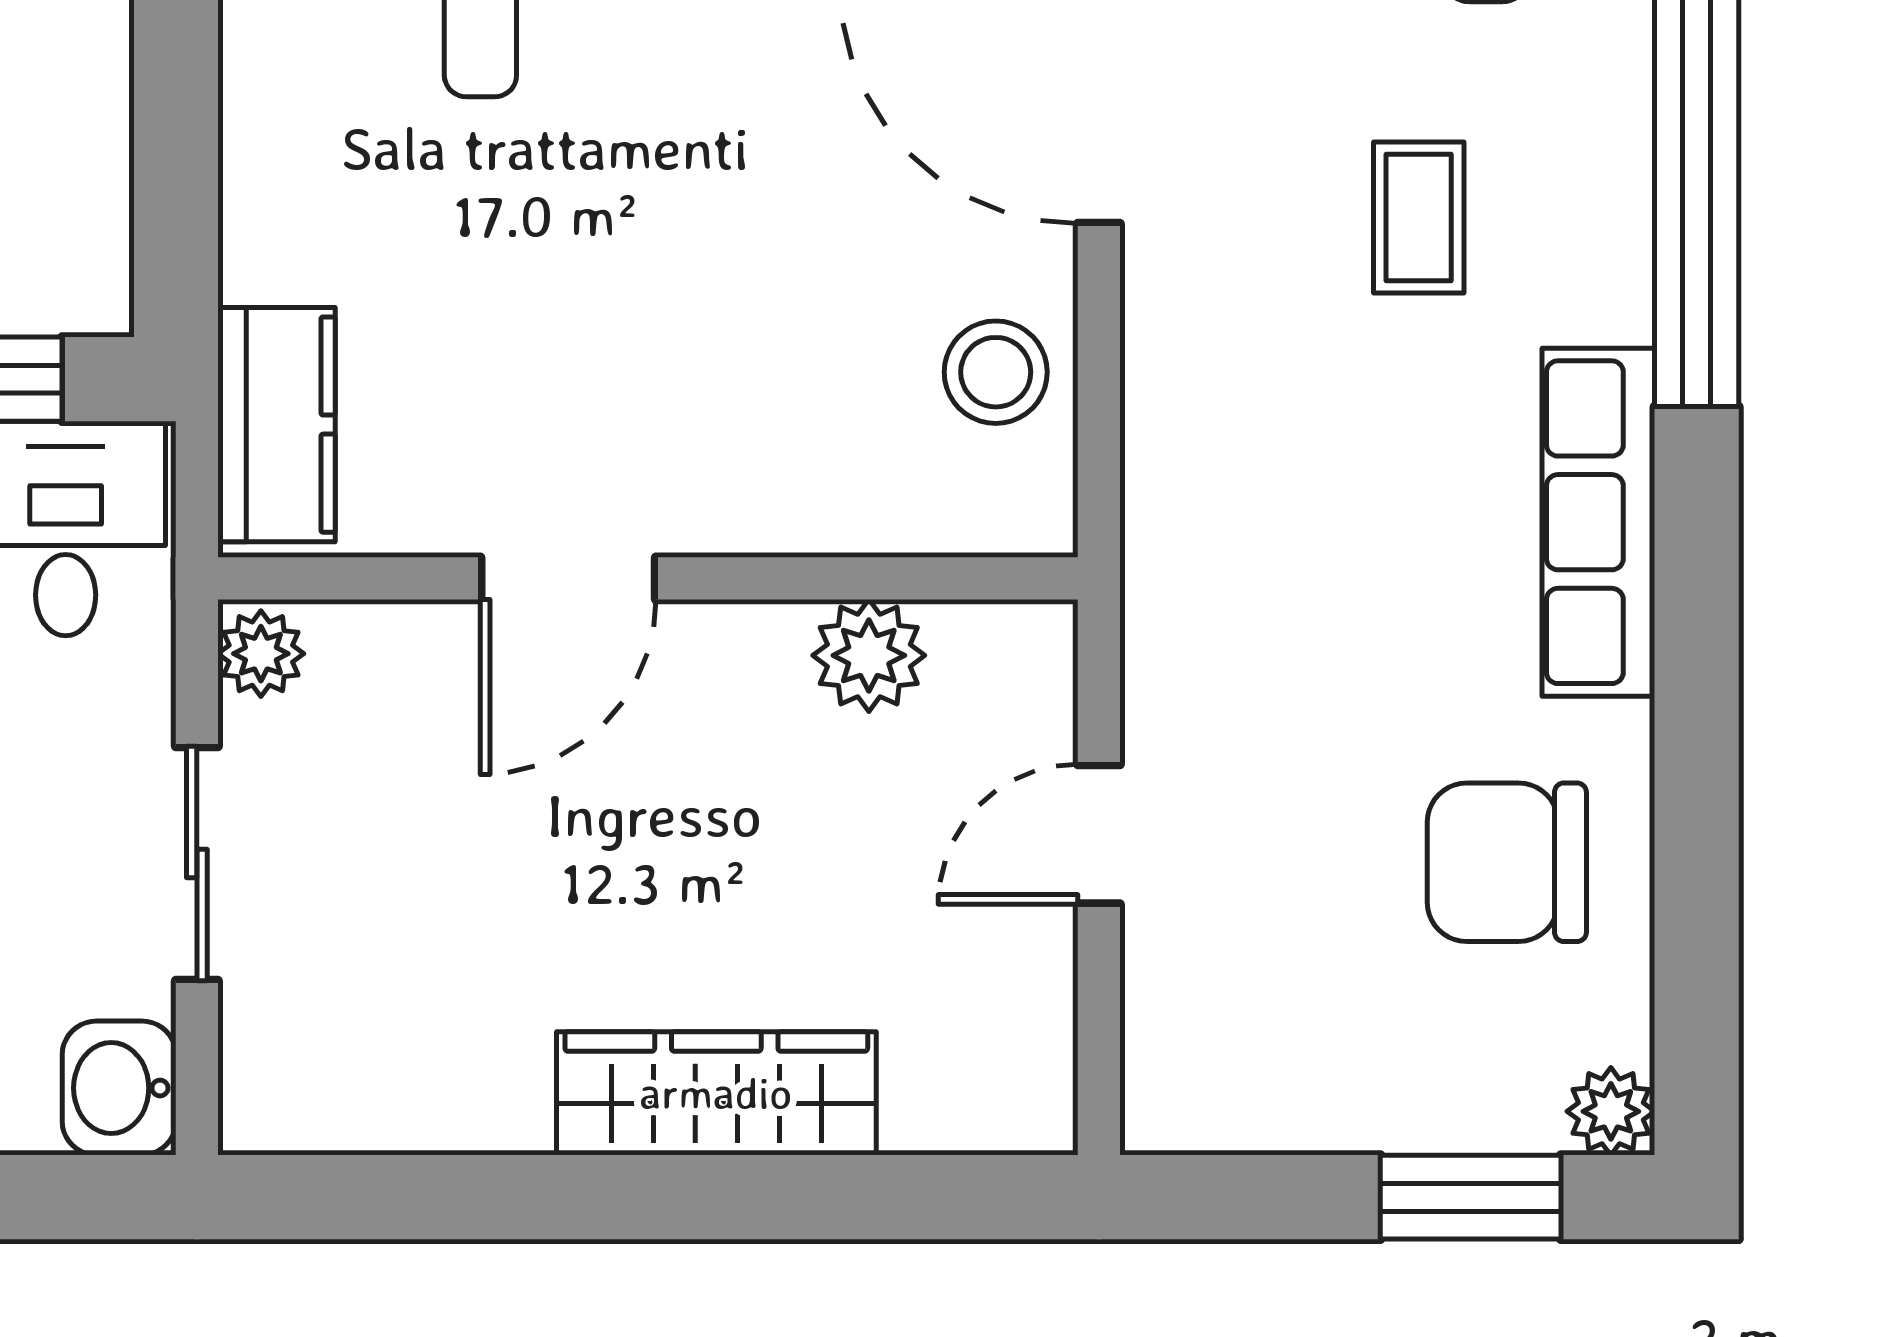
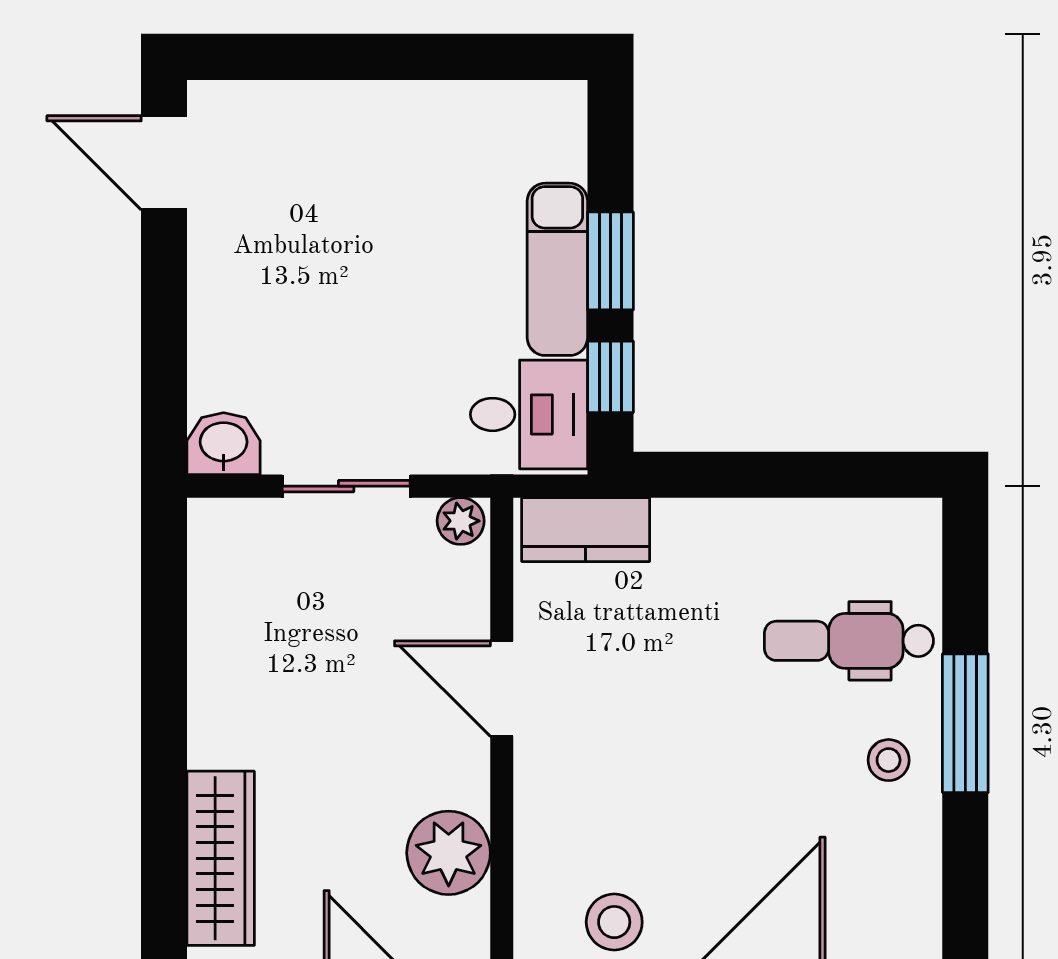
plant: (869, 655) -> (449, 853), width x1.36, depth x1.36
wardrobe: (716, 1093) -> (221, 858), moved

